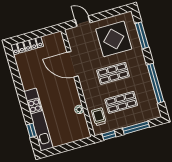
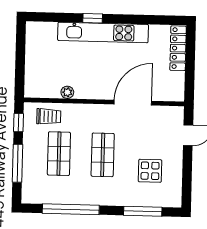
display table: (114, 39) -> (150, 171), width x0.54, depth x0.54
kitchen unit: (38, 120) -> (103, 32), moved
window: (31, 130) -> (93, 18), moved

